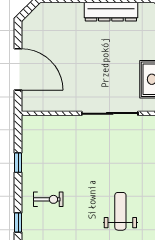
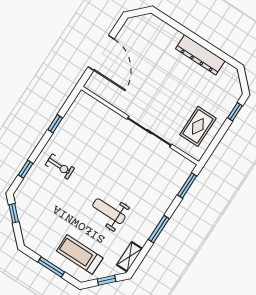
weight bench: (120, 211) -> (109, 211), turned -90

